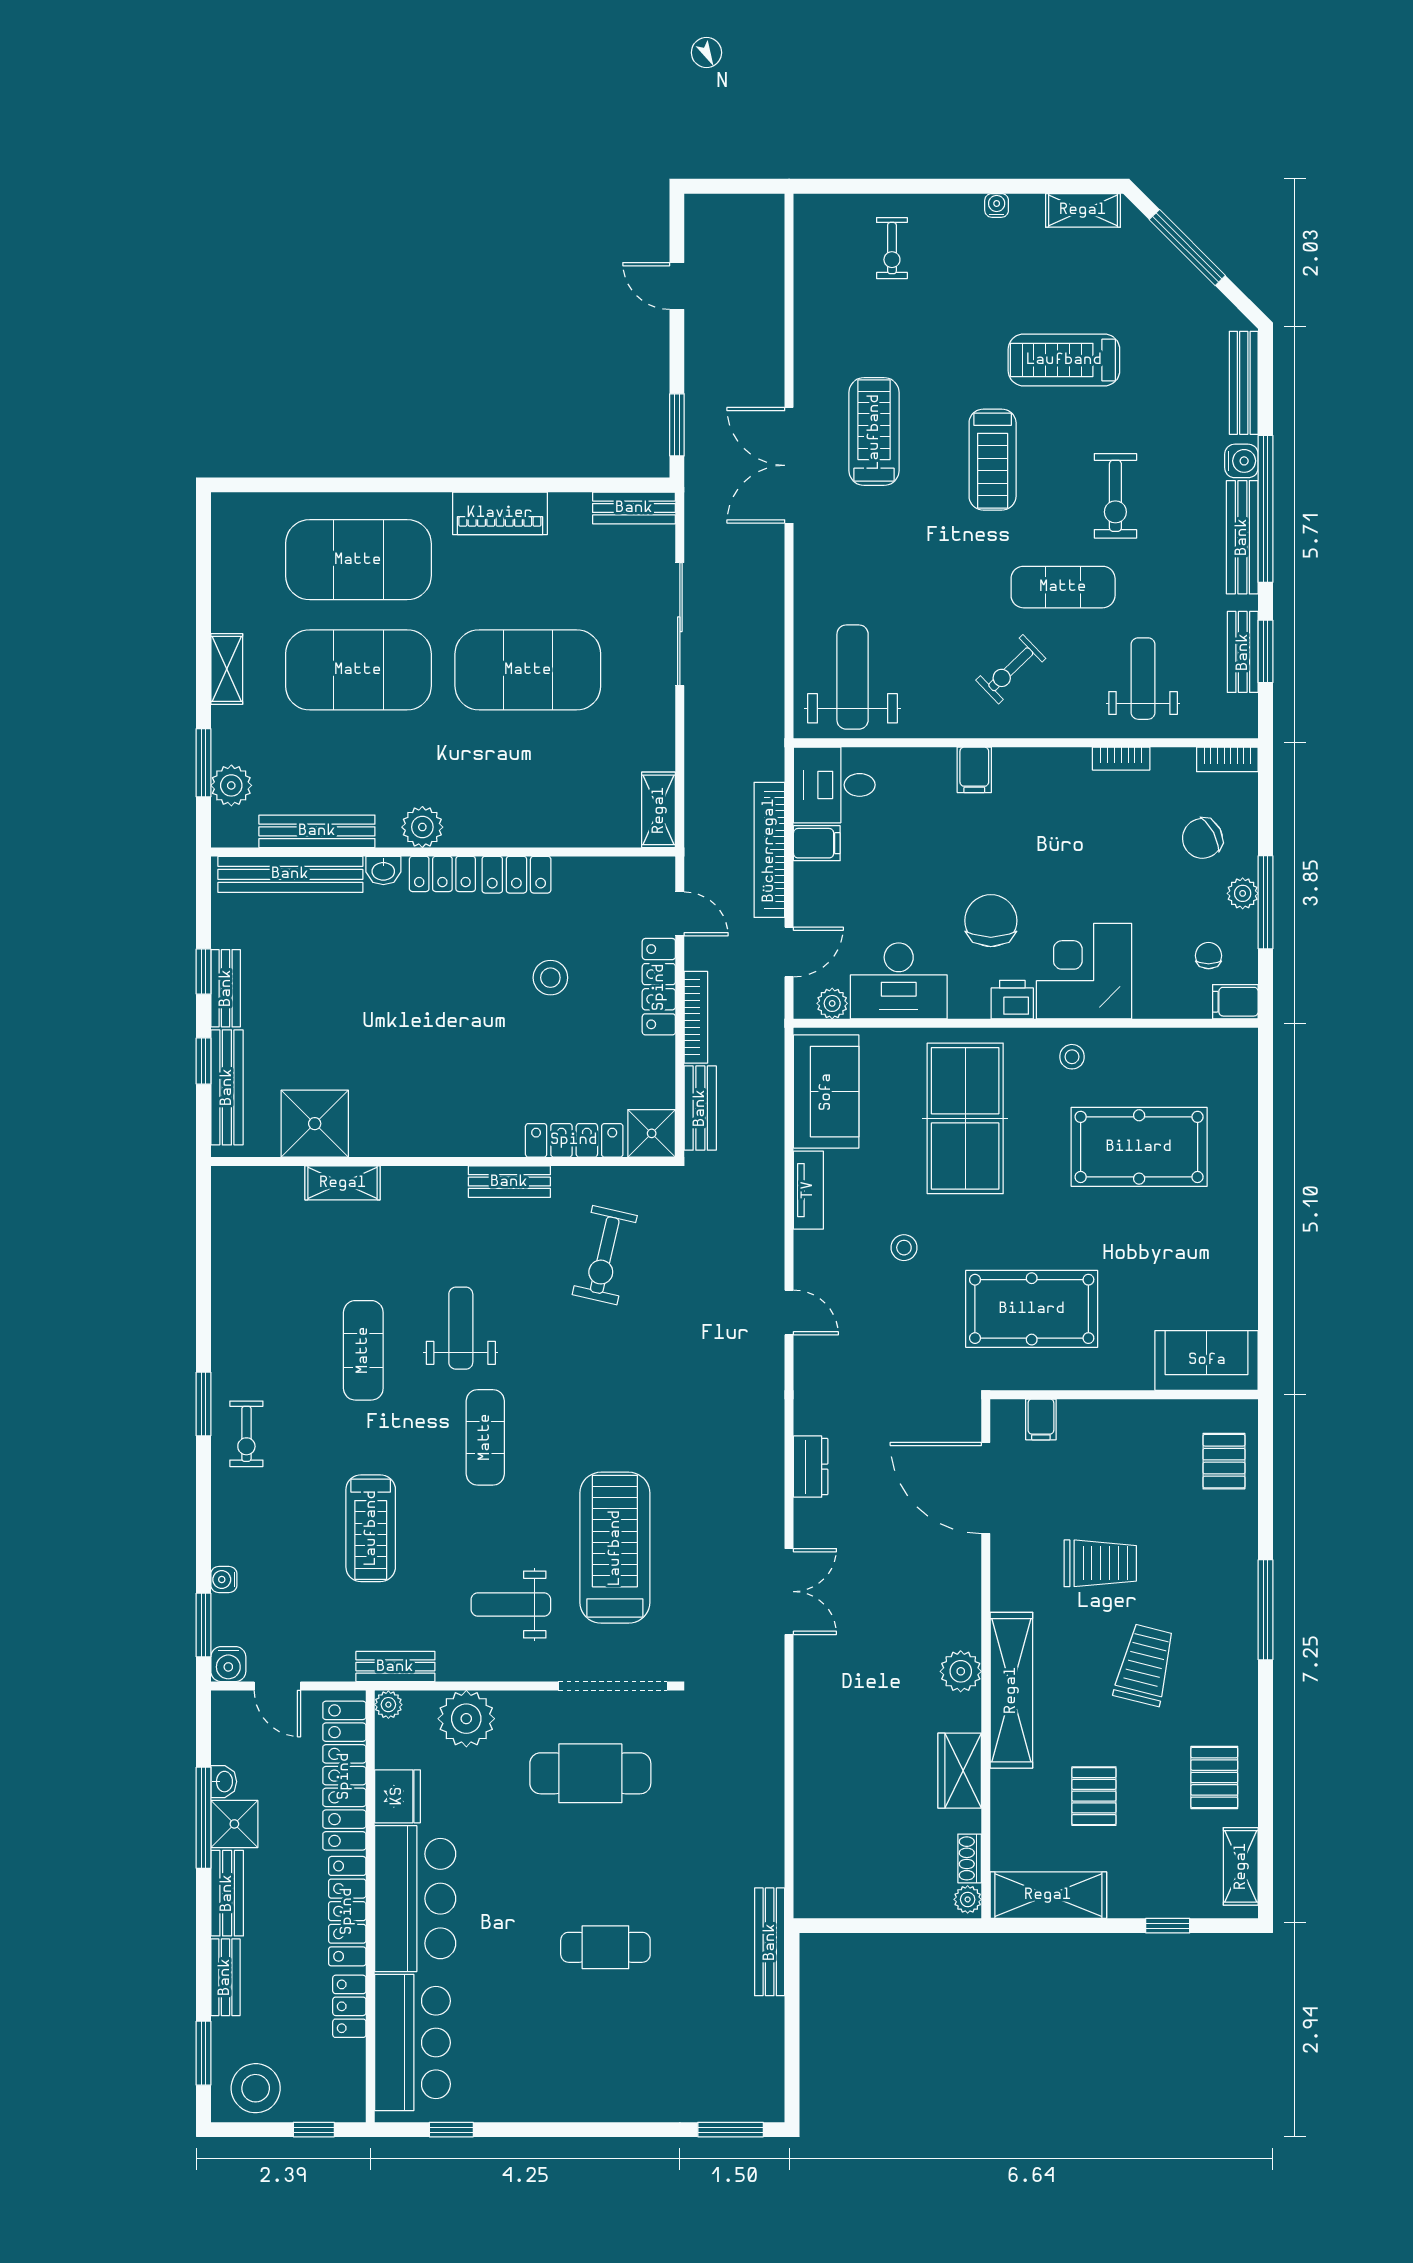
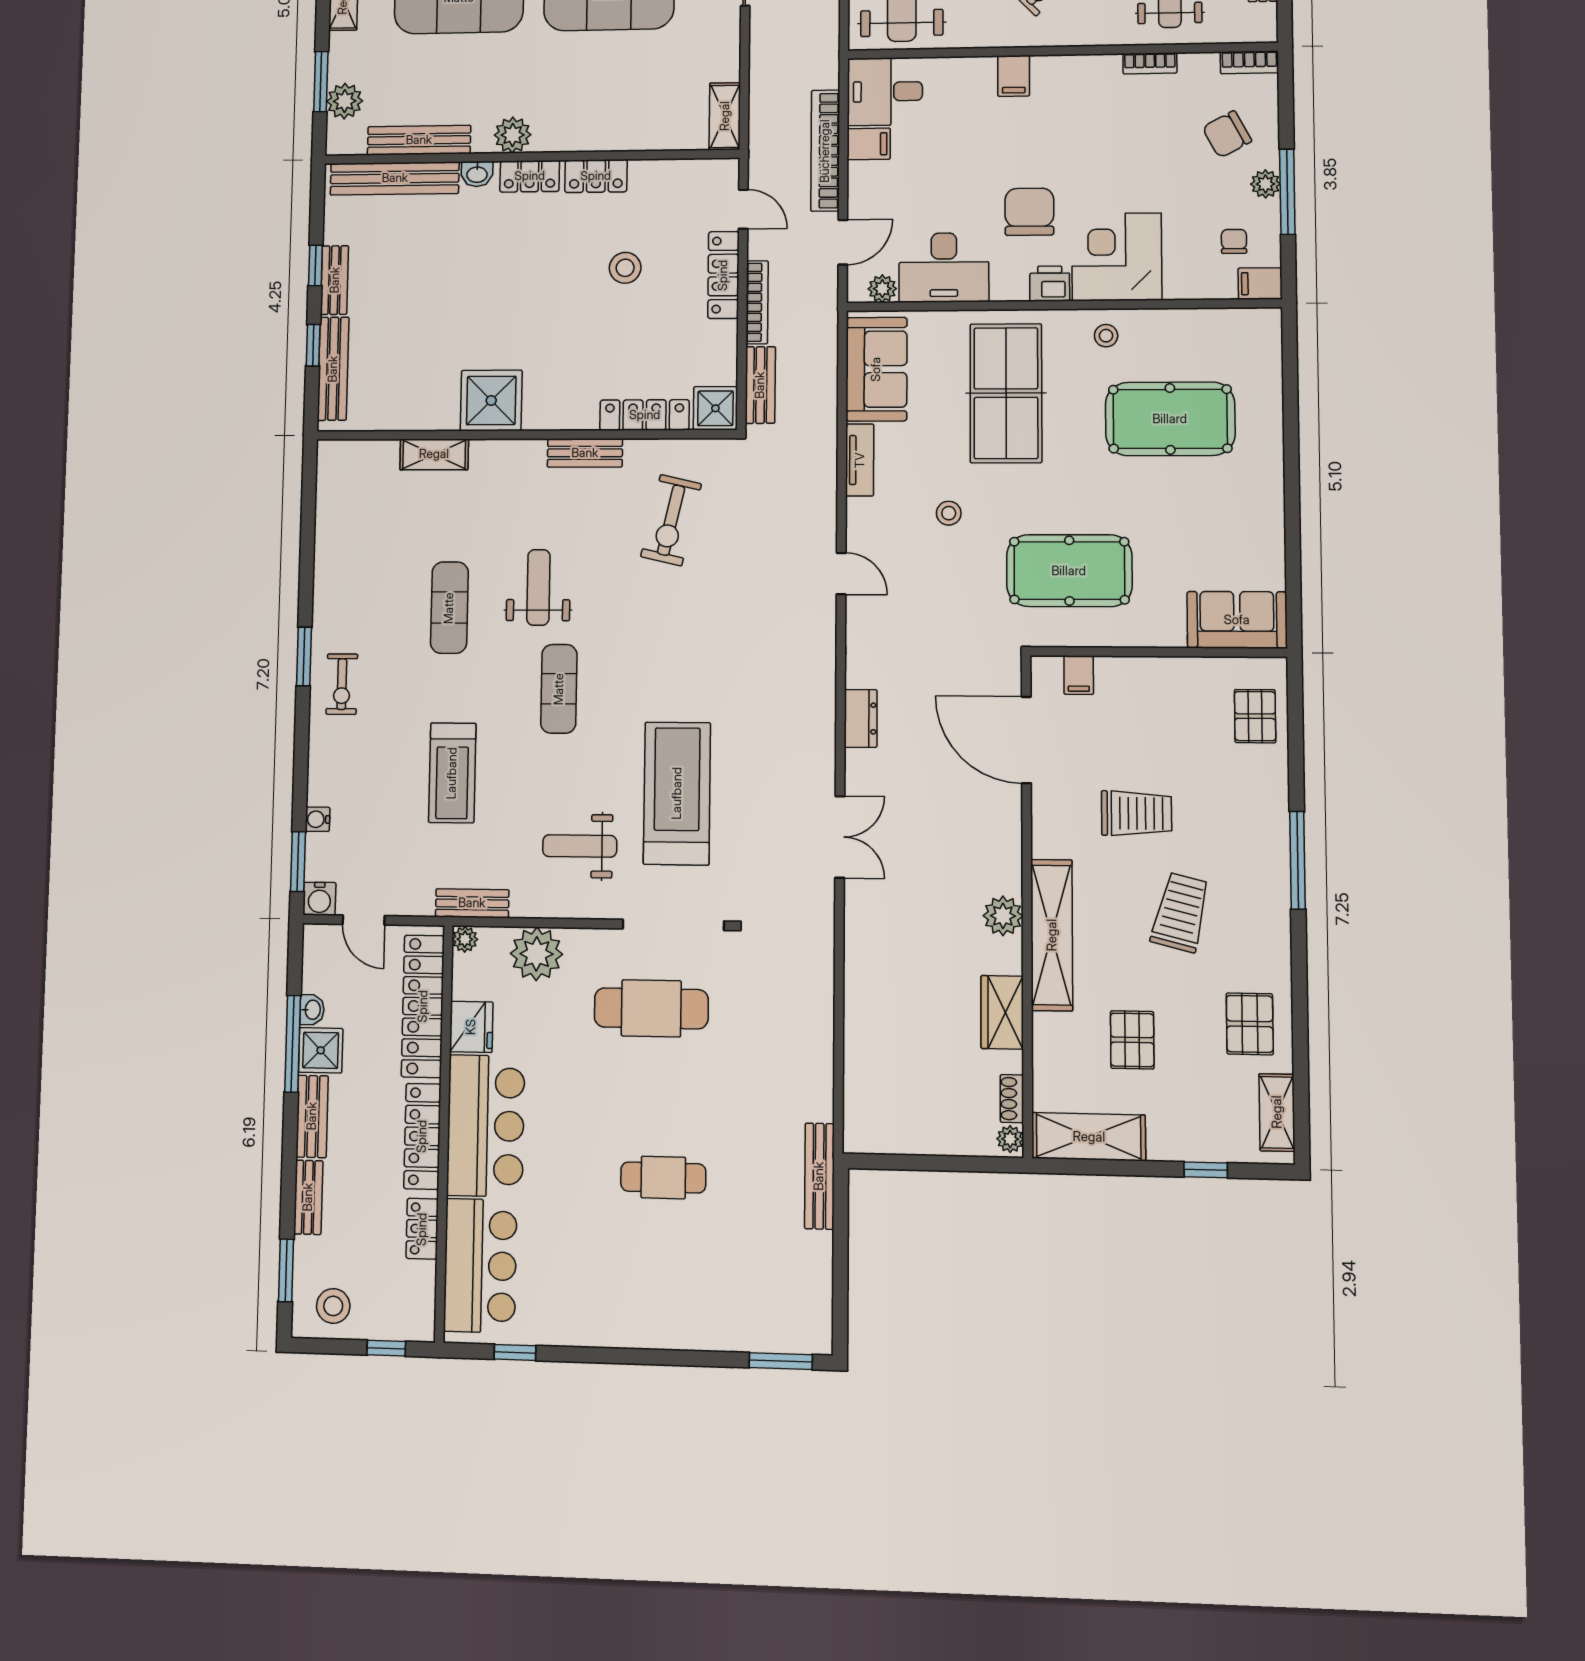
shower: (315, 1124) -> (491, 401), moved
stool: (256, 2088) -> (333, 1306), width x0.73, depth x0.73

